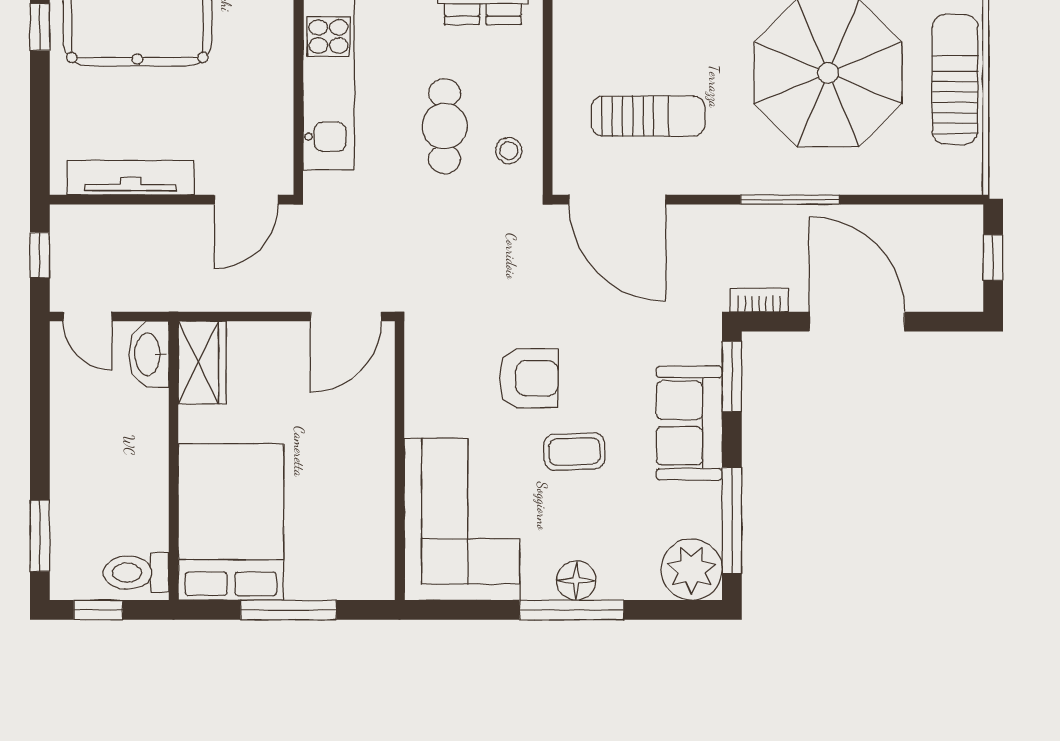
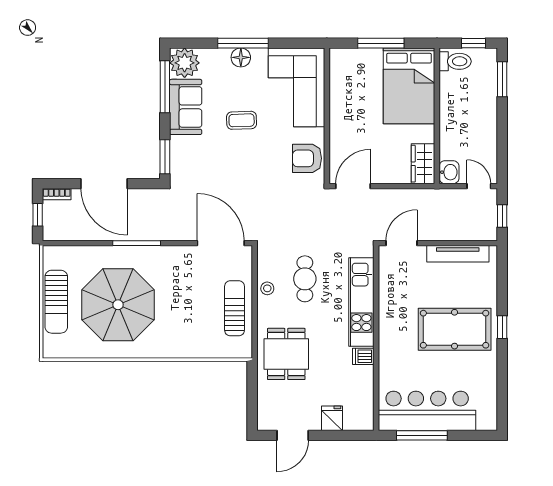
sun lounger: (648, 116) -> (235, 308), moved, turned 90
stool: (509, 151) -> (267, 288), moved
bookcase: (759, 300) -> (57, 194), moved
washbasin: (149, 354) -> (449, 172), width x0.72
armchair: (529, 378) -> (307, 158), moved
sofa: (689, 423) -> (186, 107), moved

